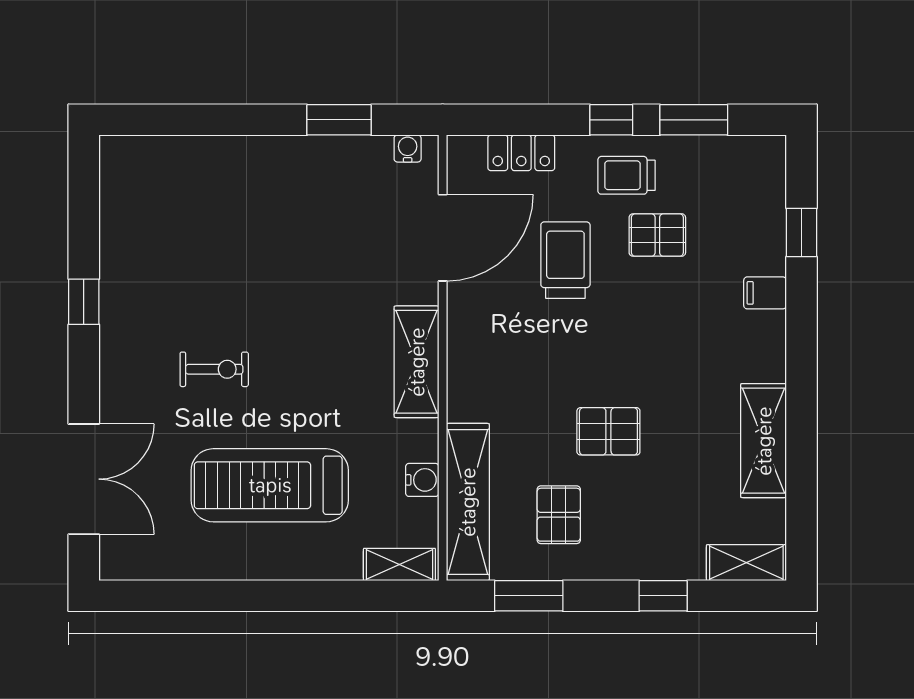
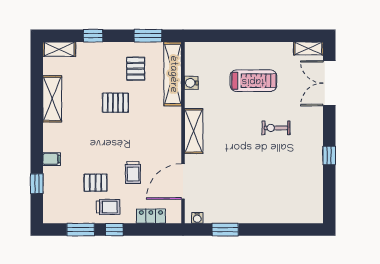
trolley: (565, 260) -> (133, 172), width x0.73, depth x0.72
treadmill: (270, 485) -> (253, 81), width x0.73, depth x0.73
shelving: (399, 565) -> (308, 48), moved

